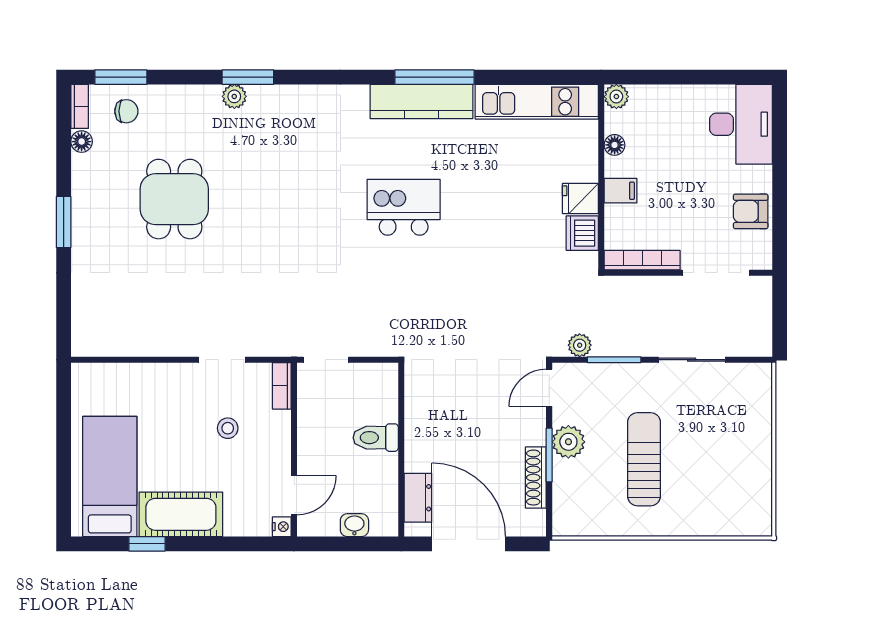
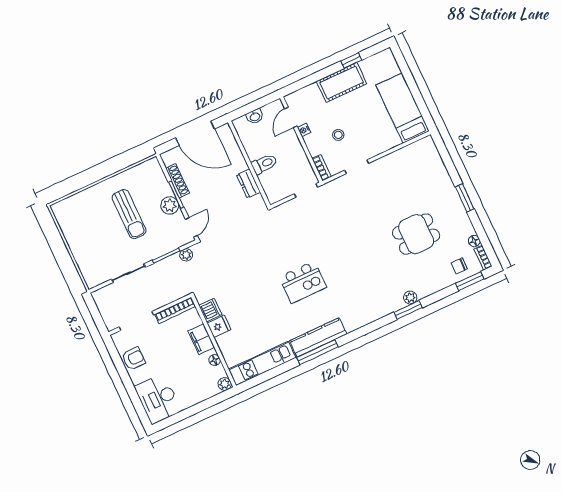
filing cabinet: (621, 191) -> (201, 339), width x2.00
dining table: (174, 199) -> (416, 234), turned 90
bed: (110, 476) -> (403, 108), moved, turned 180
dresser: (418, 498) -> (248, 184), moved
nightstand: (282, 527) -> (304, 130), moved

